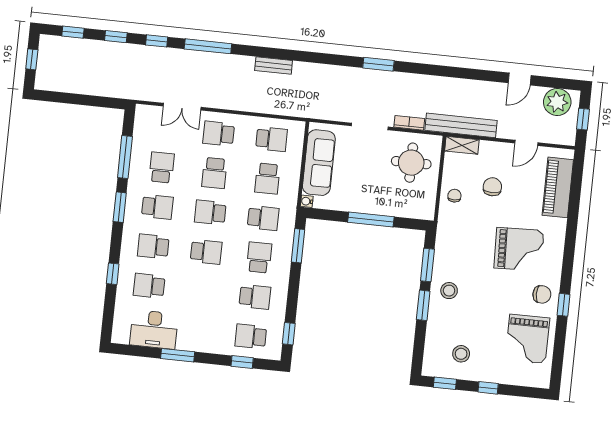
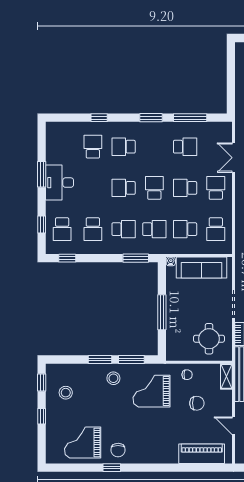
school desk: (157, 207) -> (154, 147), removed
school desk: (263, 218) -> (154, 229), turned -90
school desk: (153, 246) -> (124, 147), turned -90
grand piano: (519, 249) -> (152, 391), moved, turned 92
school desk: (206, 252) -> (124, 188), turned 90
desk: (154, 329) -> (60, 183), moved
school desk: (251, 336) -> (62, 229), turned 180

